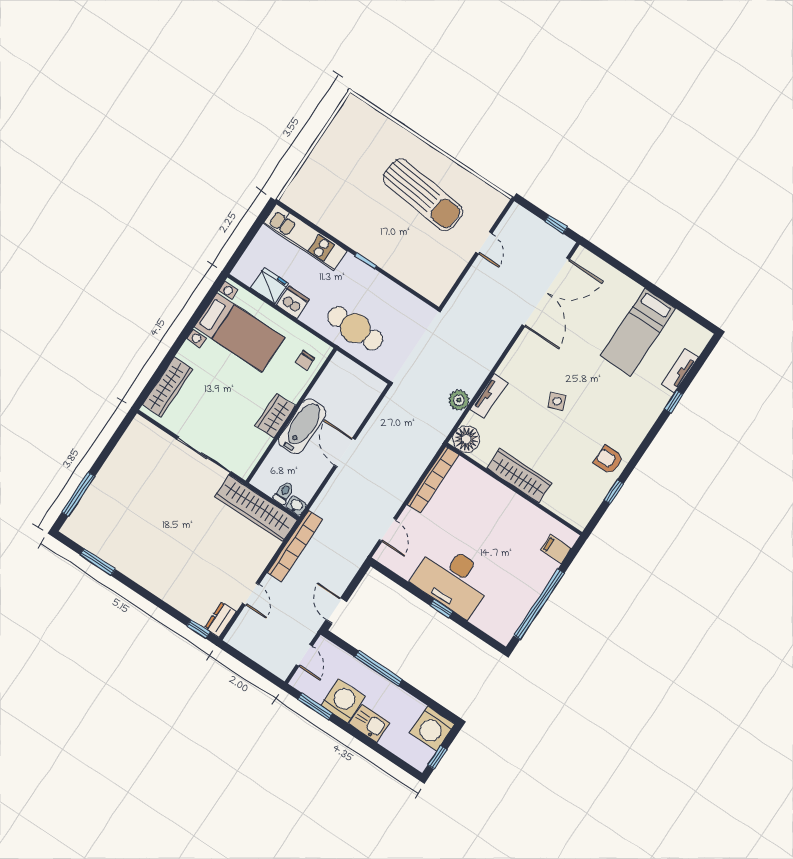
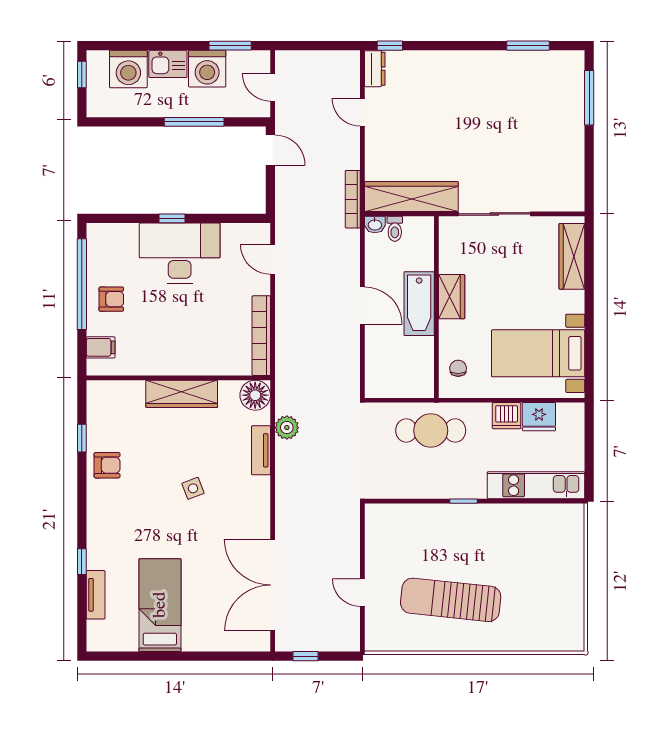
bookcase: (295, 546) -> (353, 199), width x0.68, depth x0.76
armchair: (525, 579) -> (111, 299), added
washing machine: (432, 728) -> (128, 69), moved, turned 180

